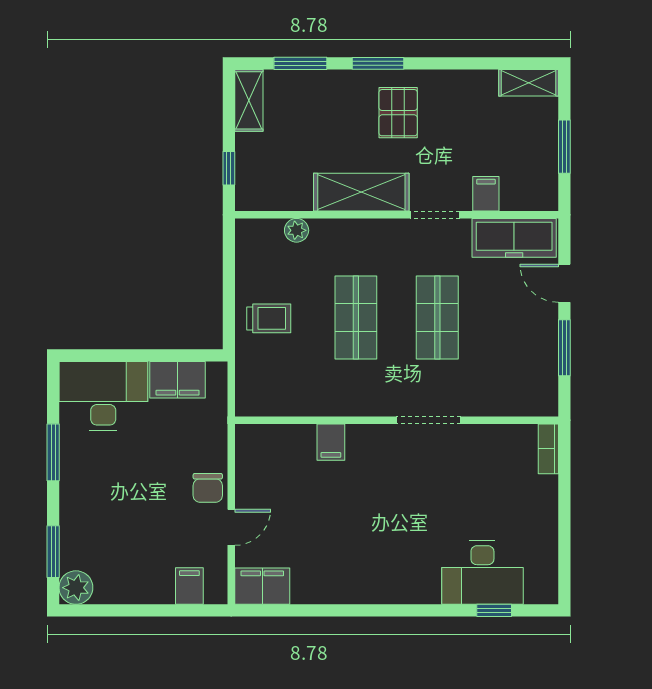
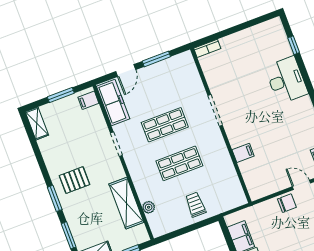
shelving: (361, 192) -> (126, 203), moved
filing cabinet: (486, 194) -> (88, 100), moved
desk: (482, 572) -> (286, 80), moved

